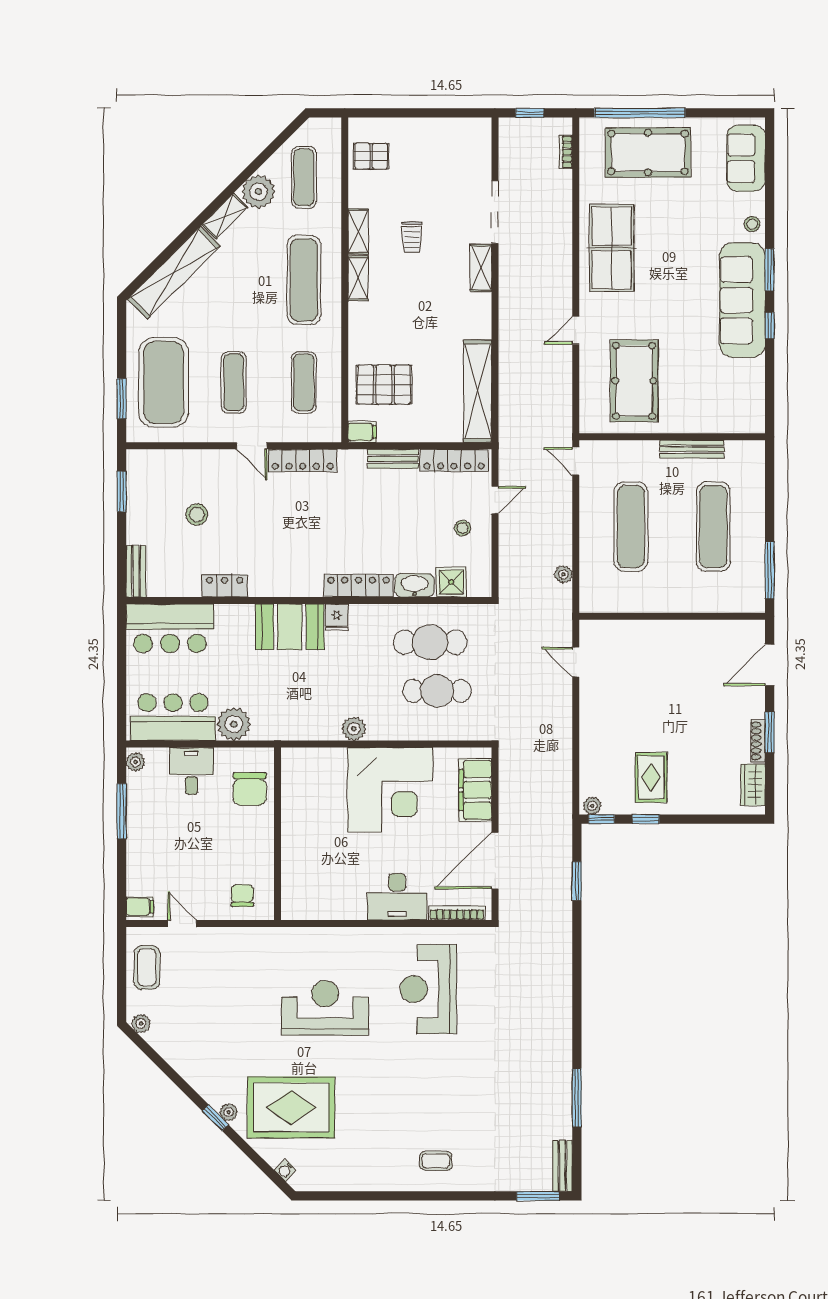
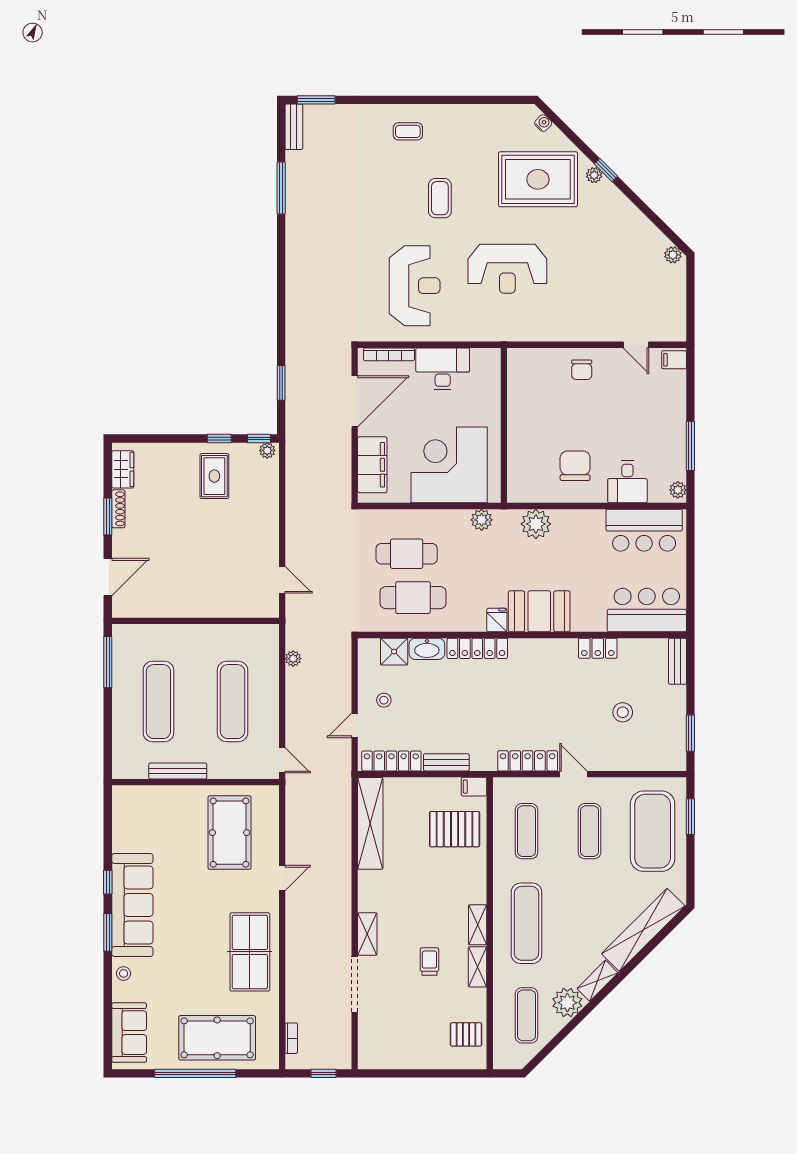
window: (640, 113) -> (195, 1073), moved
plant: (234, 724) -> (536, 524), moved
wall: (277, 834) -> (504, 425), moved
coffee table: (147, 968) -> (440, 198), moved

